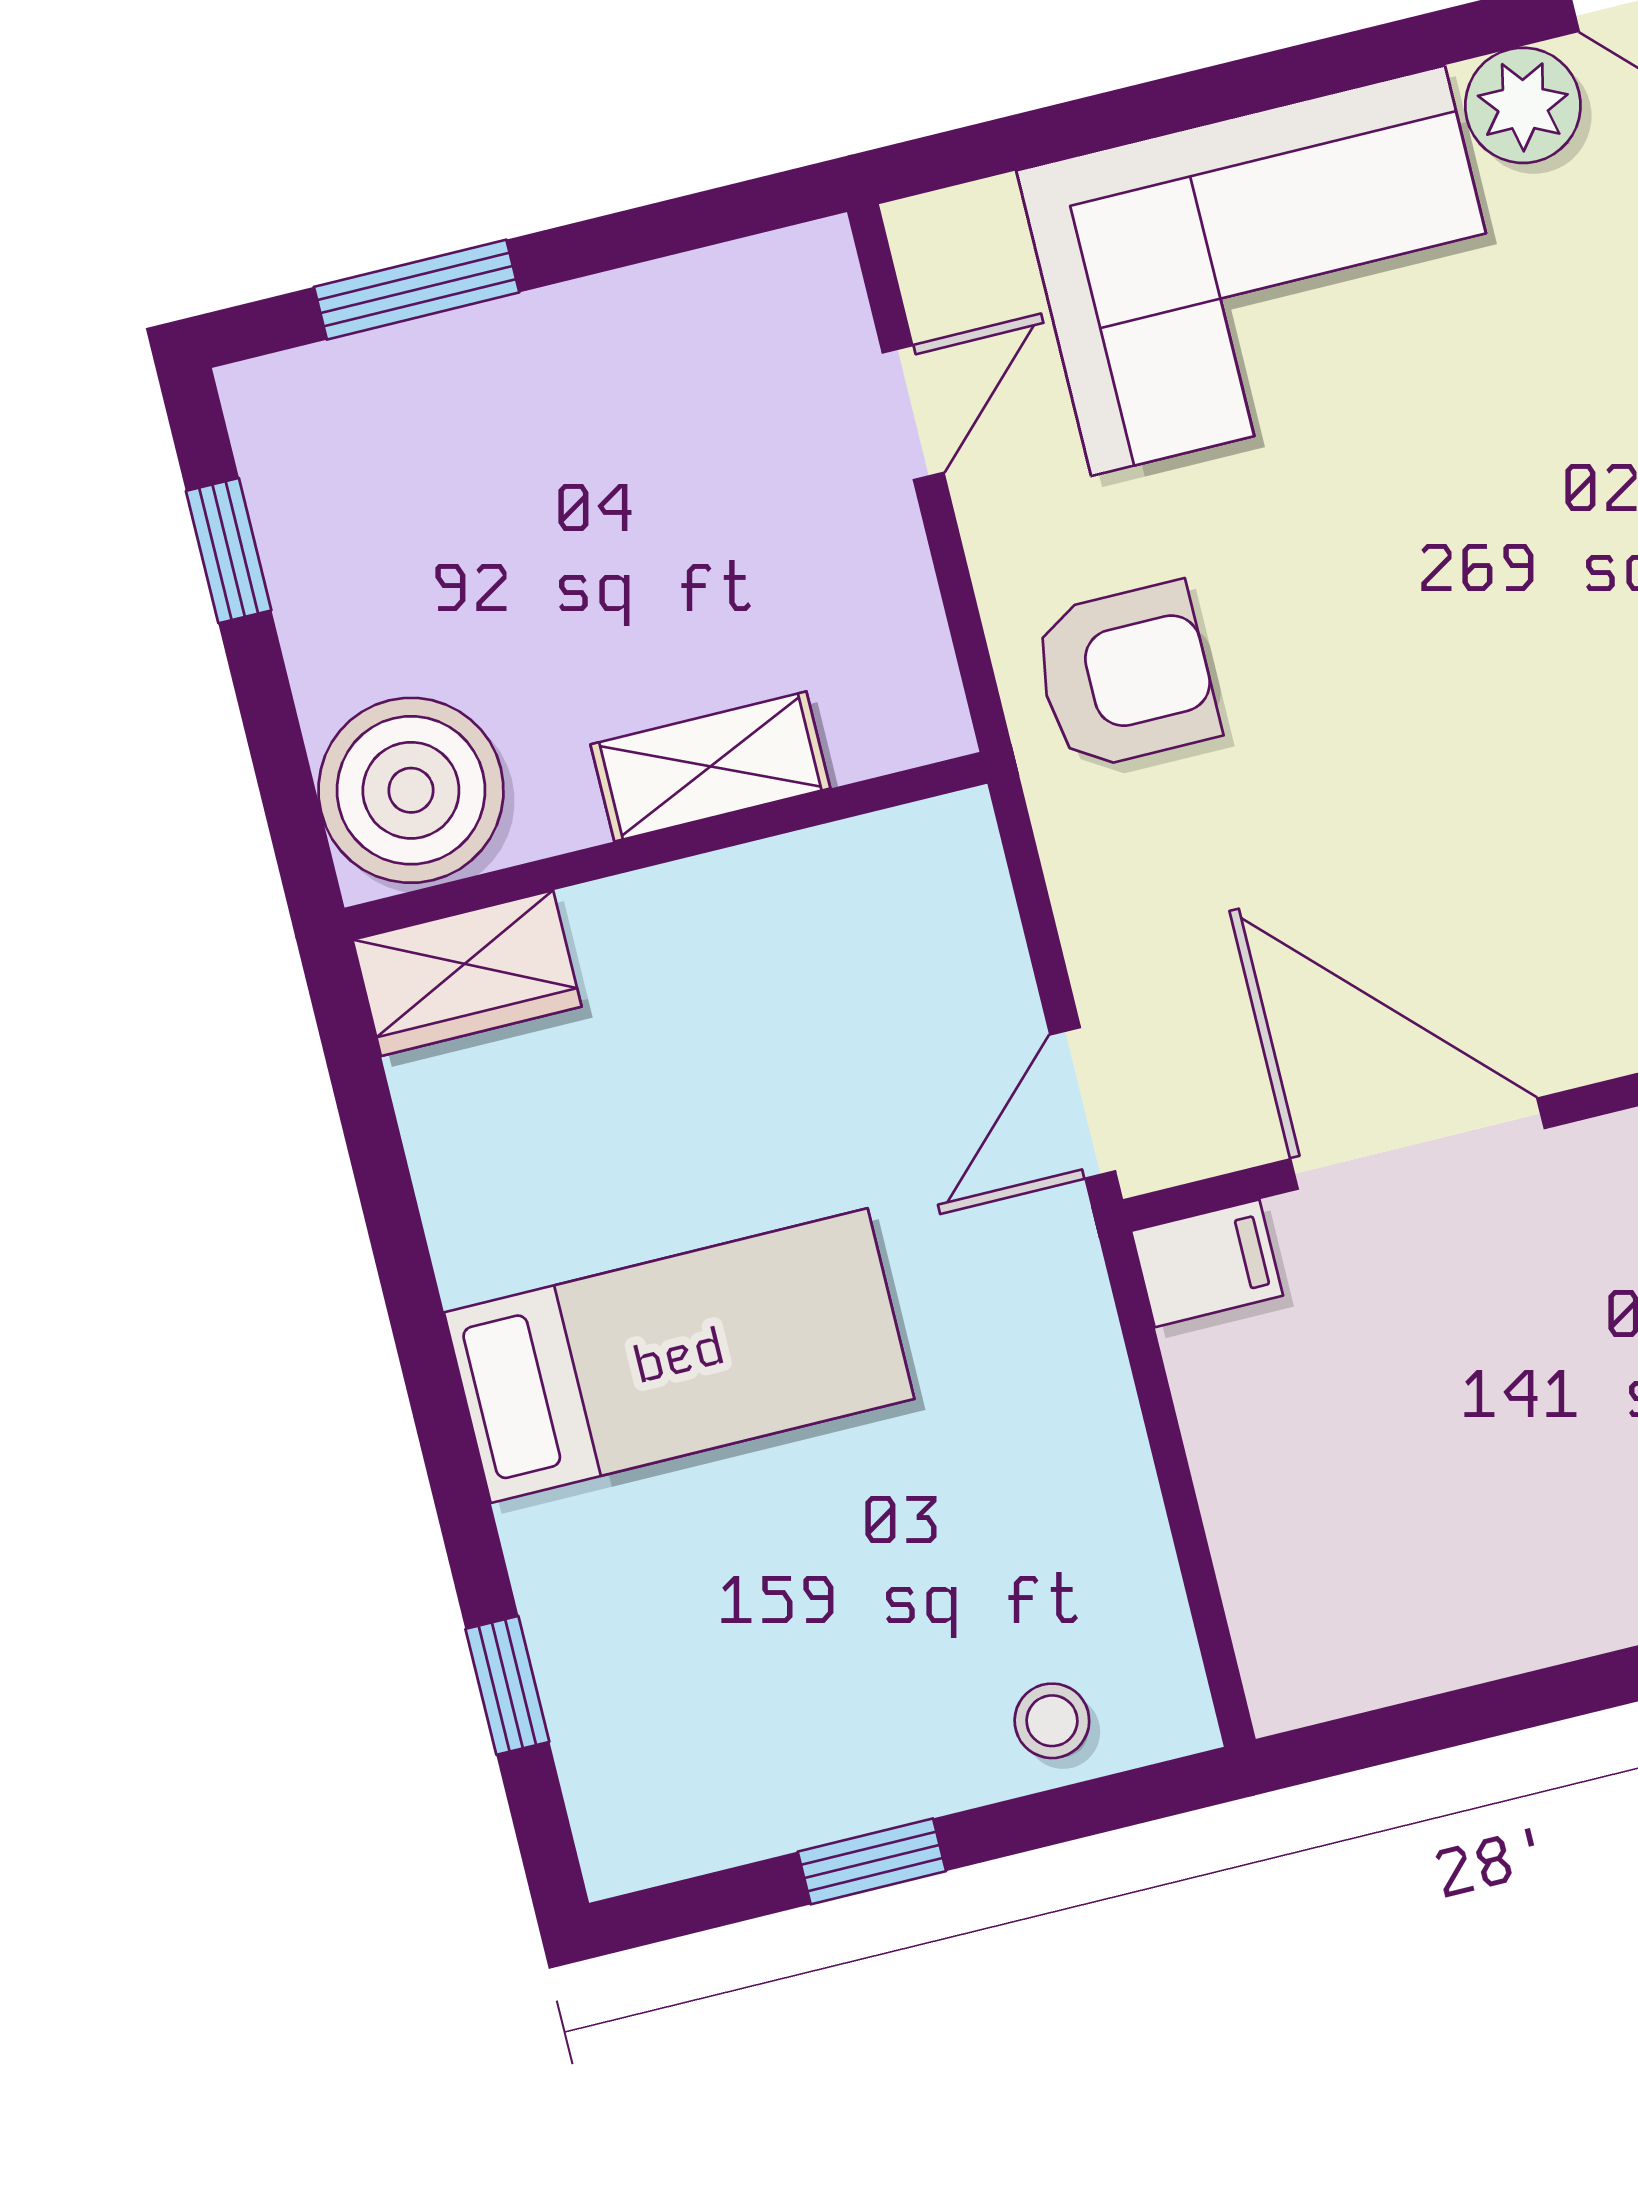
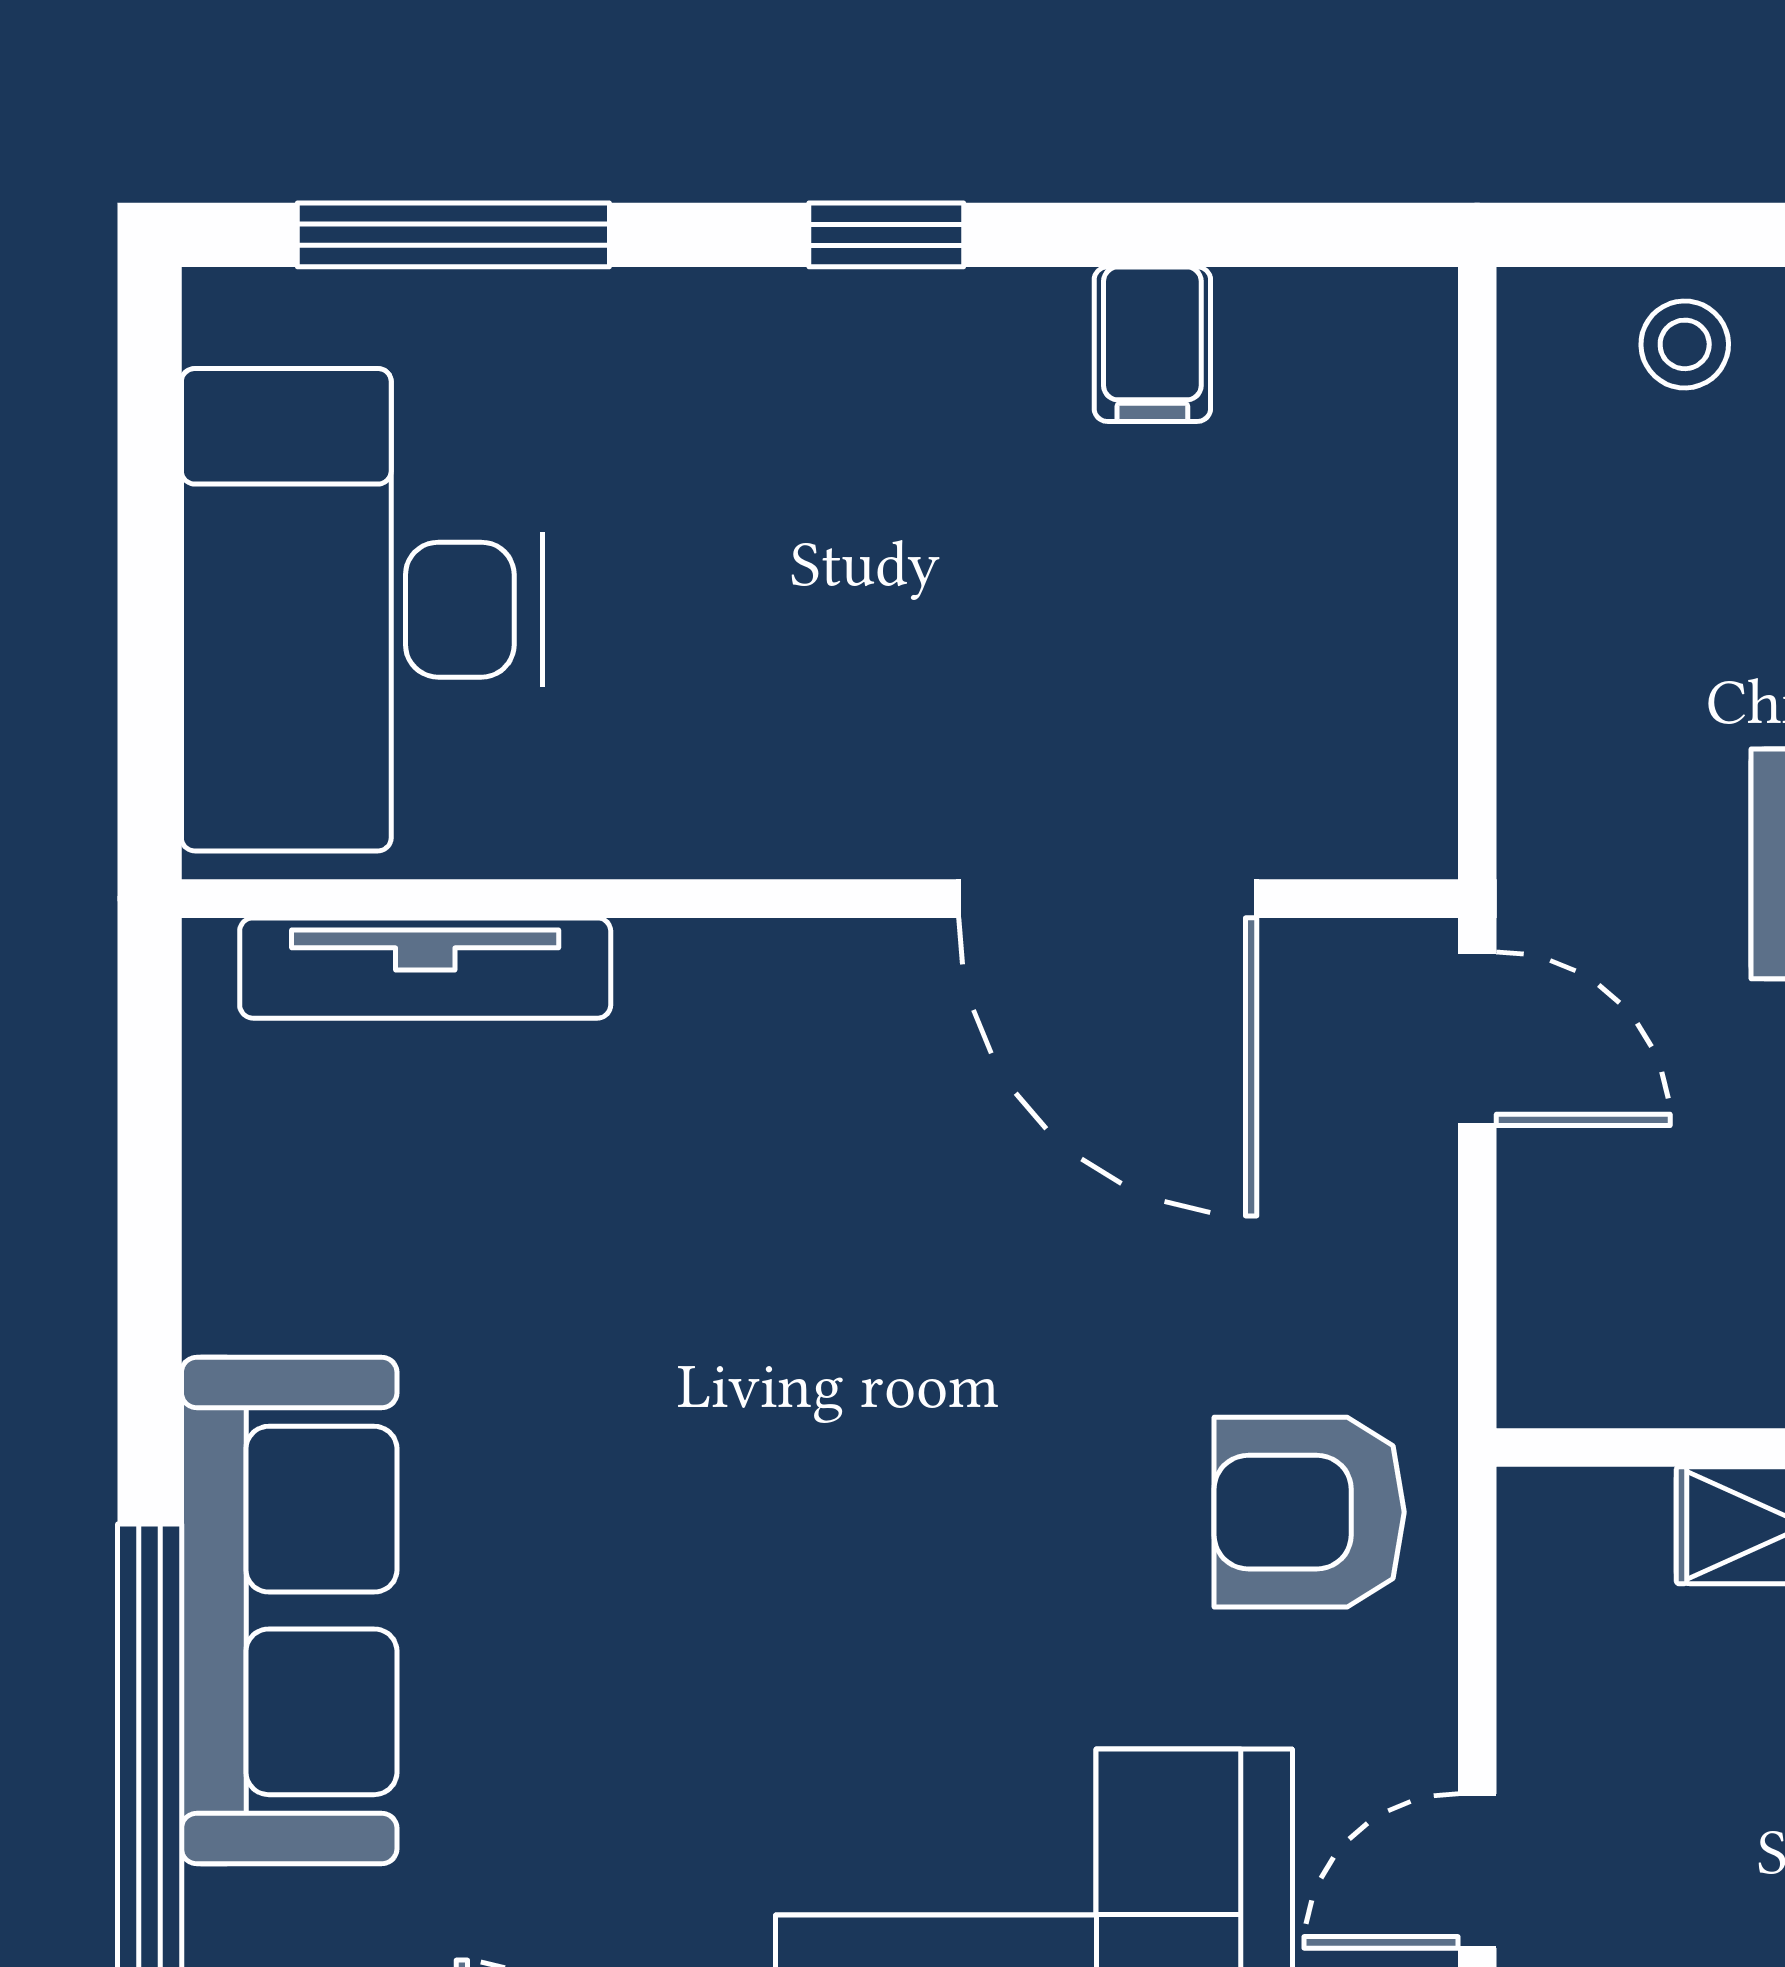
door: (1083, 1103) -> (1477, 1039), hinge flipped
filing cabinet: (1207, 1263) -> (1152, 344), moved, turned -90

